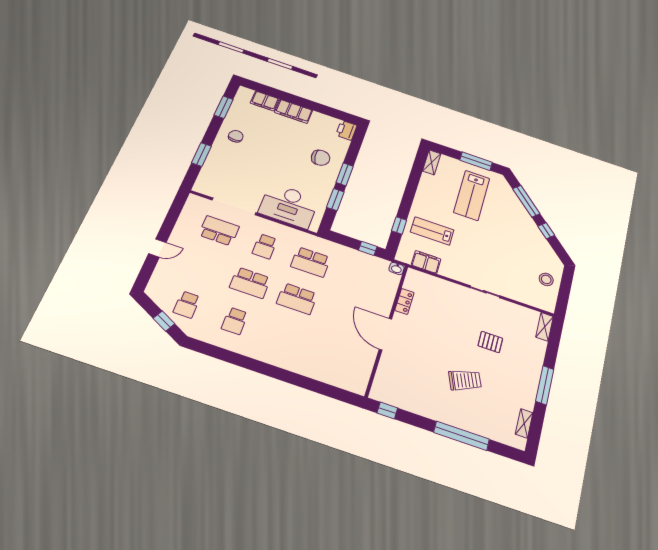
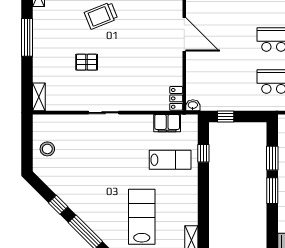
locker: (404, 301) -> (176, 98), moved

